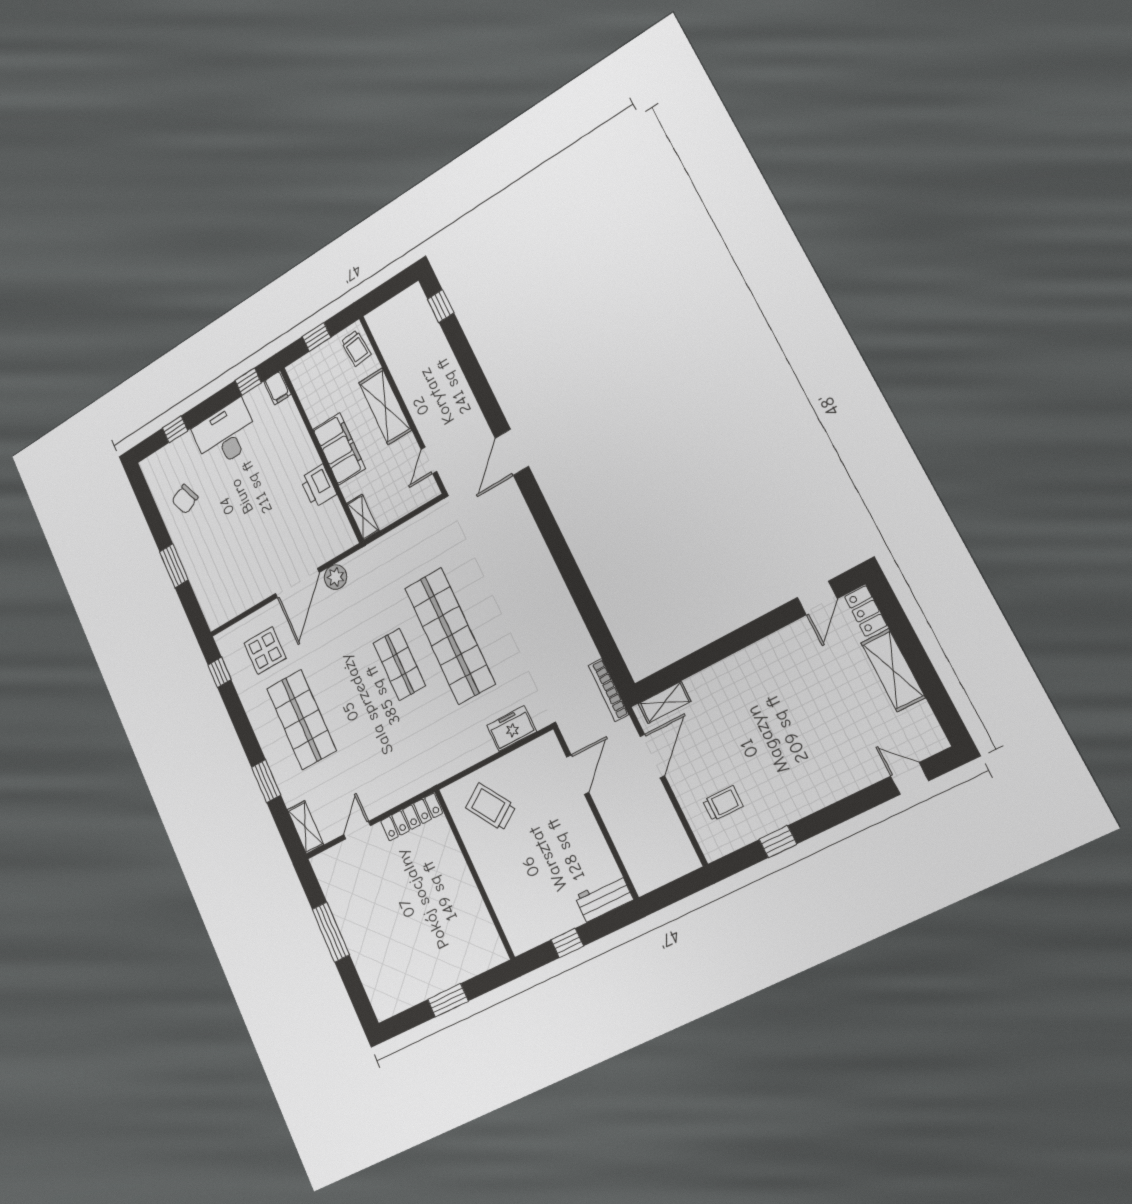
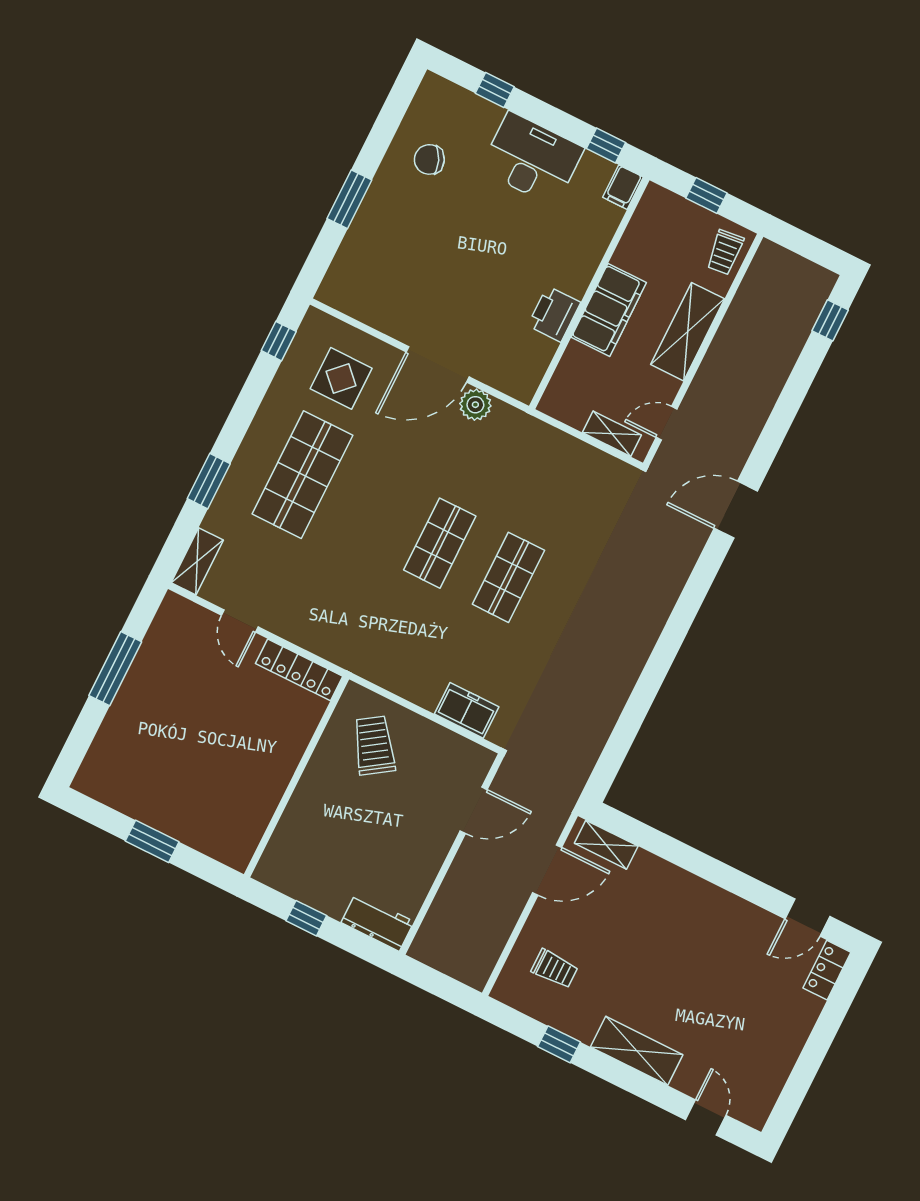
shelving: (363, 517) -> (612, 434), moved, turned 90
shop shelf: (450, 636) -> (508, 577), width x0.50, depth x0.74
shelving: (893, 670) -> (637, 1051), moved, turned 90
bookcase: (608, 690) -> (577, 781), removed
door: (357, 830) -> (240, 621), swing flipped

